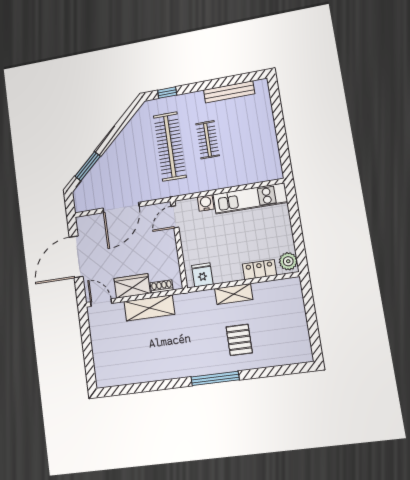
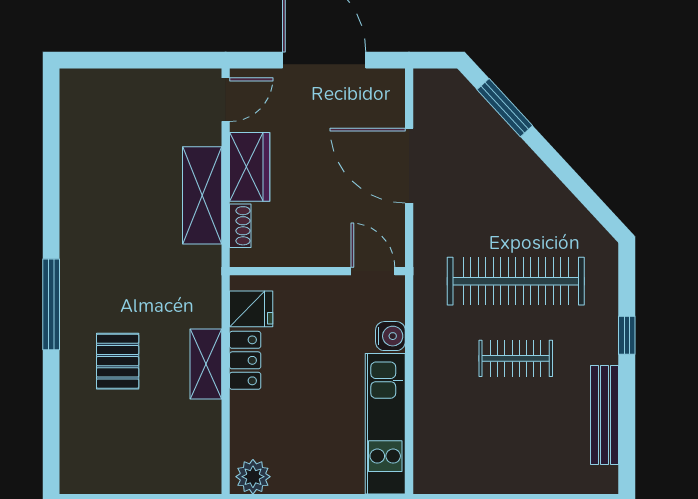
window: (167, 93) -> (627, 335), moved
locker: (260, 270) -> (245, 360), moved
pallet: (239, 340) -> (118, 361), turned 90

